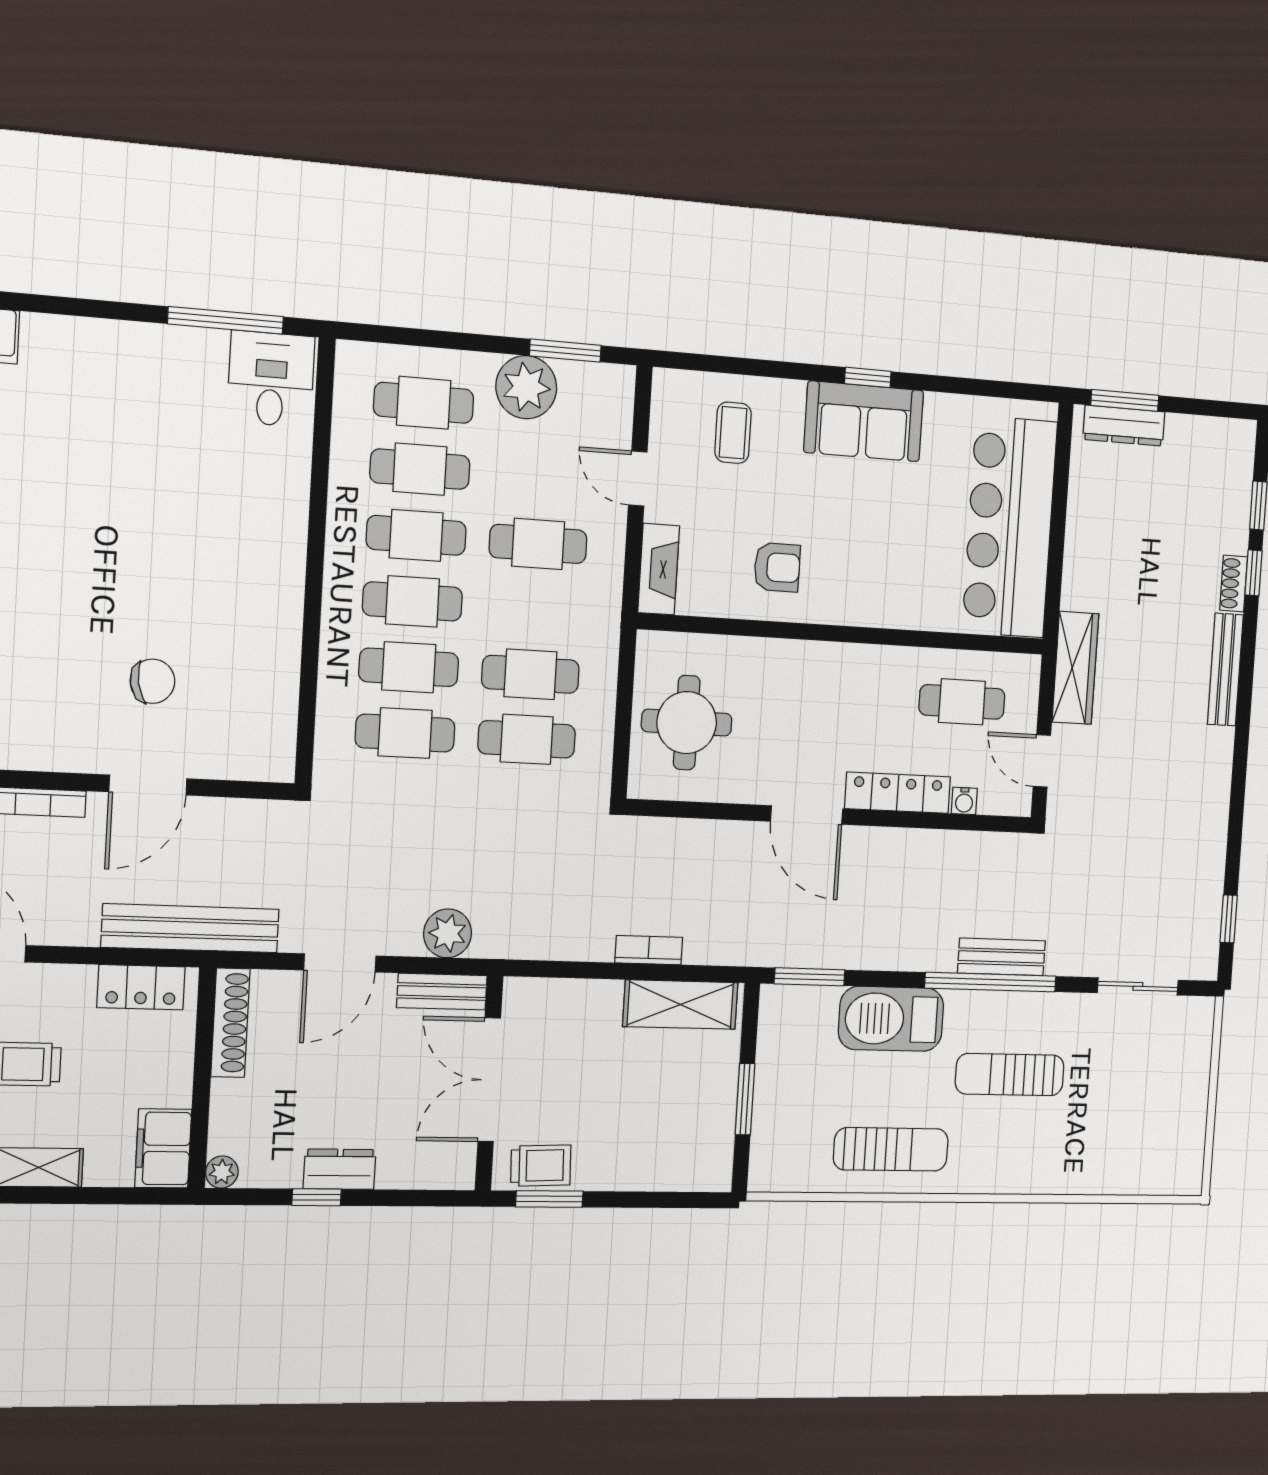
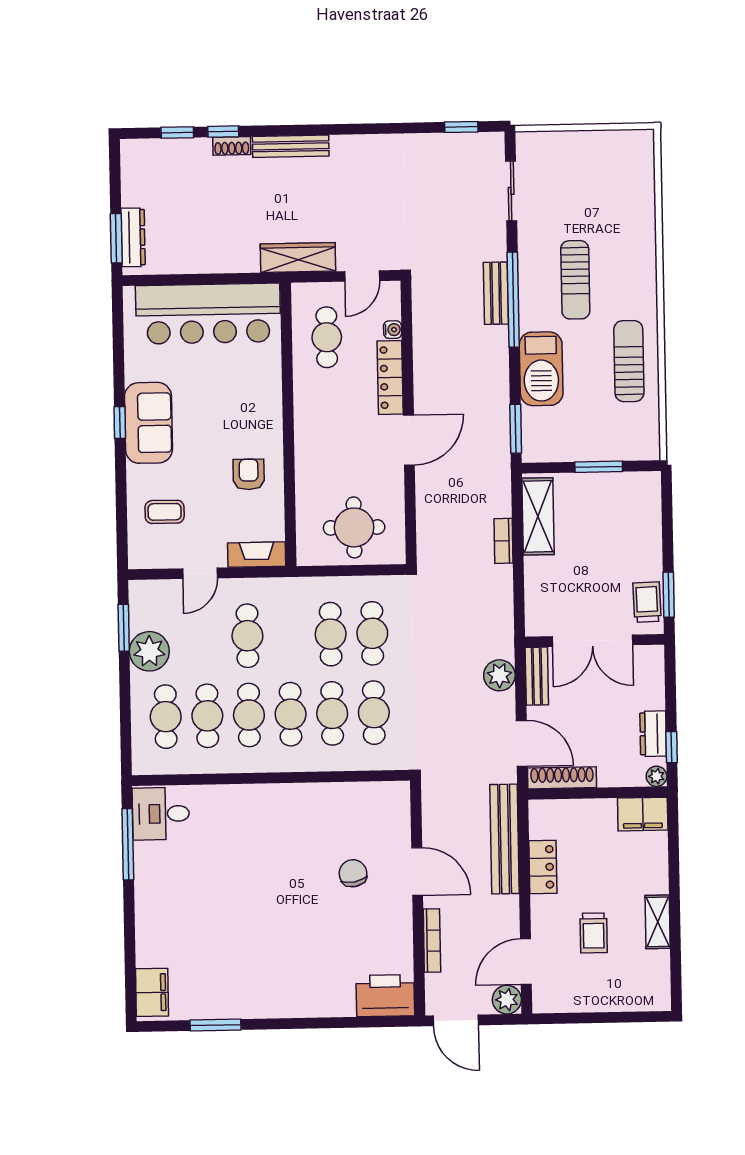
shoe rack: (230, 1023) -> (562, 778), moved
wall: (202, 1078) -> (598, 793), moved
filing cabinet: (163, 1148) -> (643, 814), moved
plant: (222, 1172) -> (657, 776), moved

